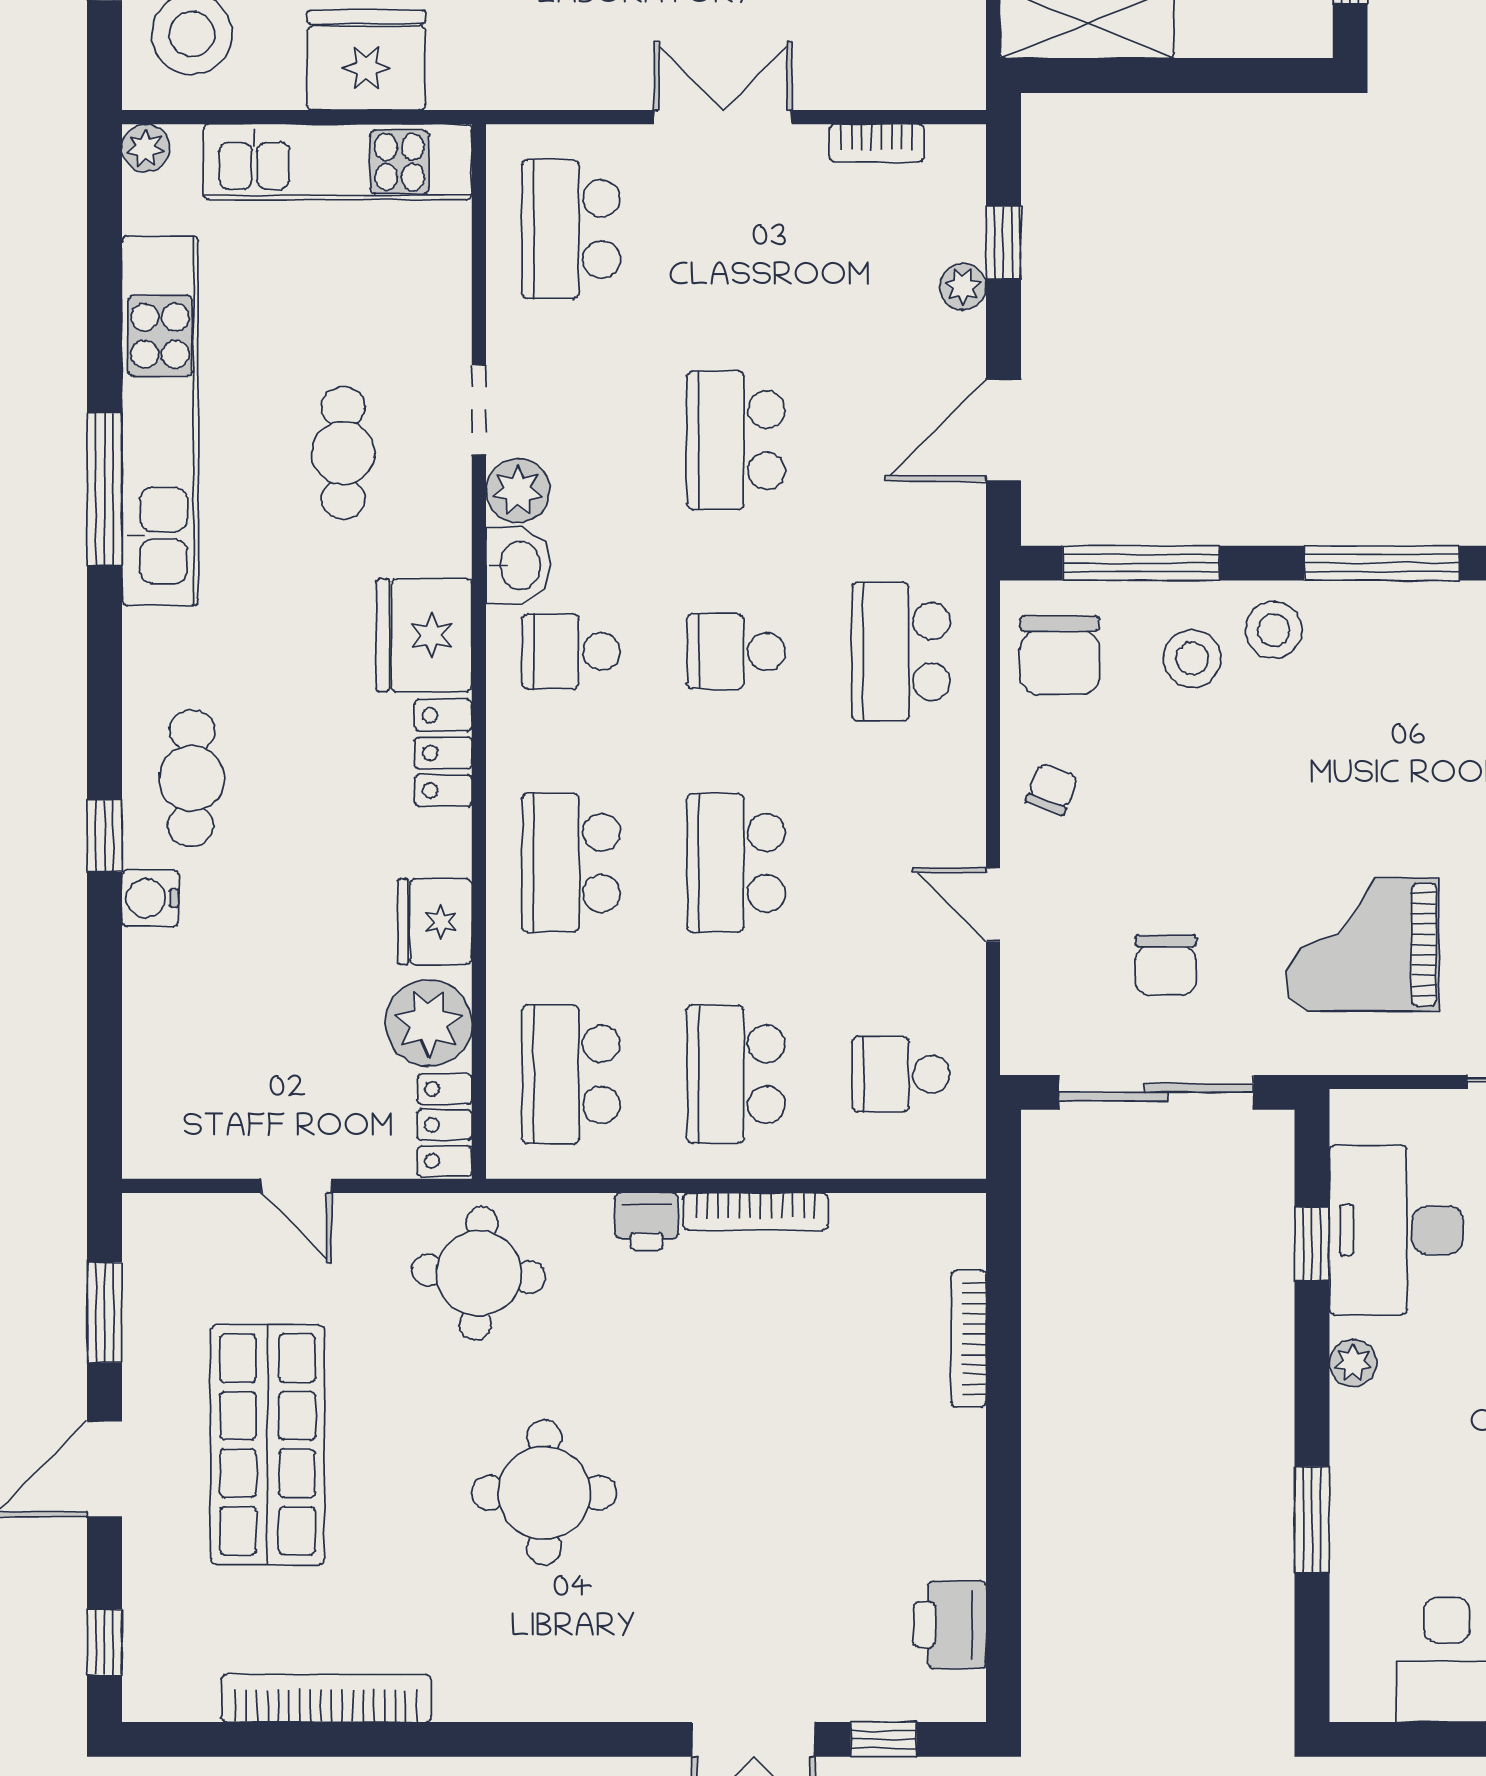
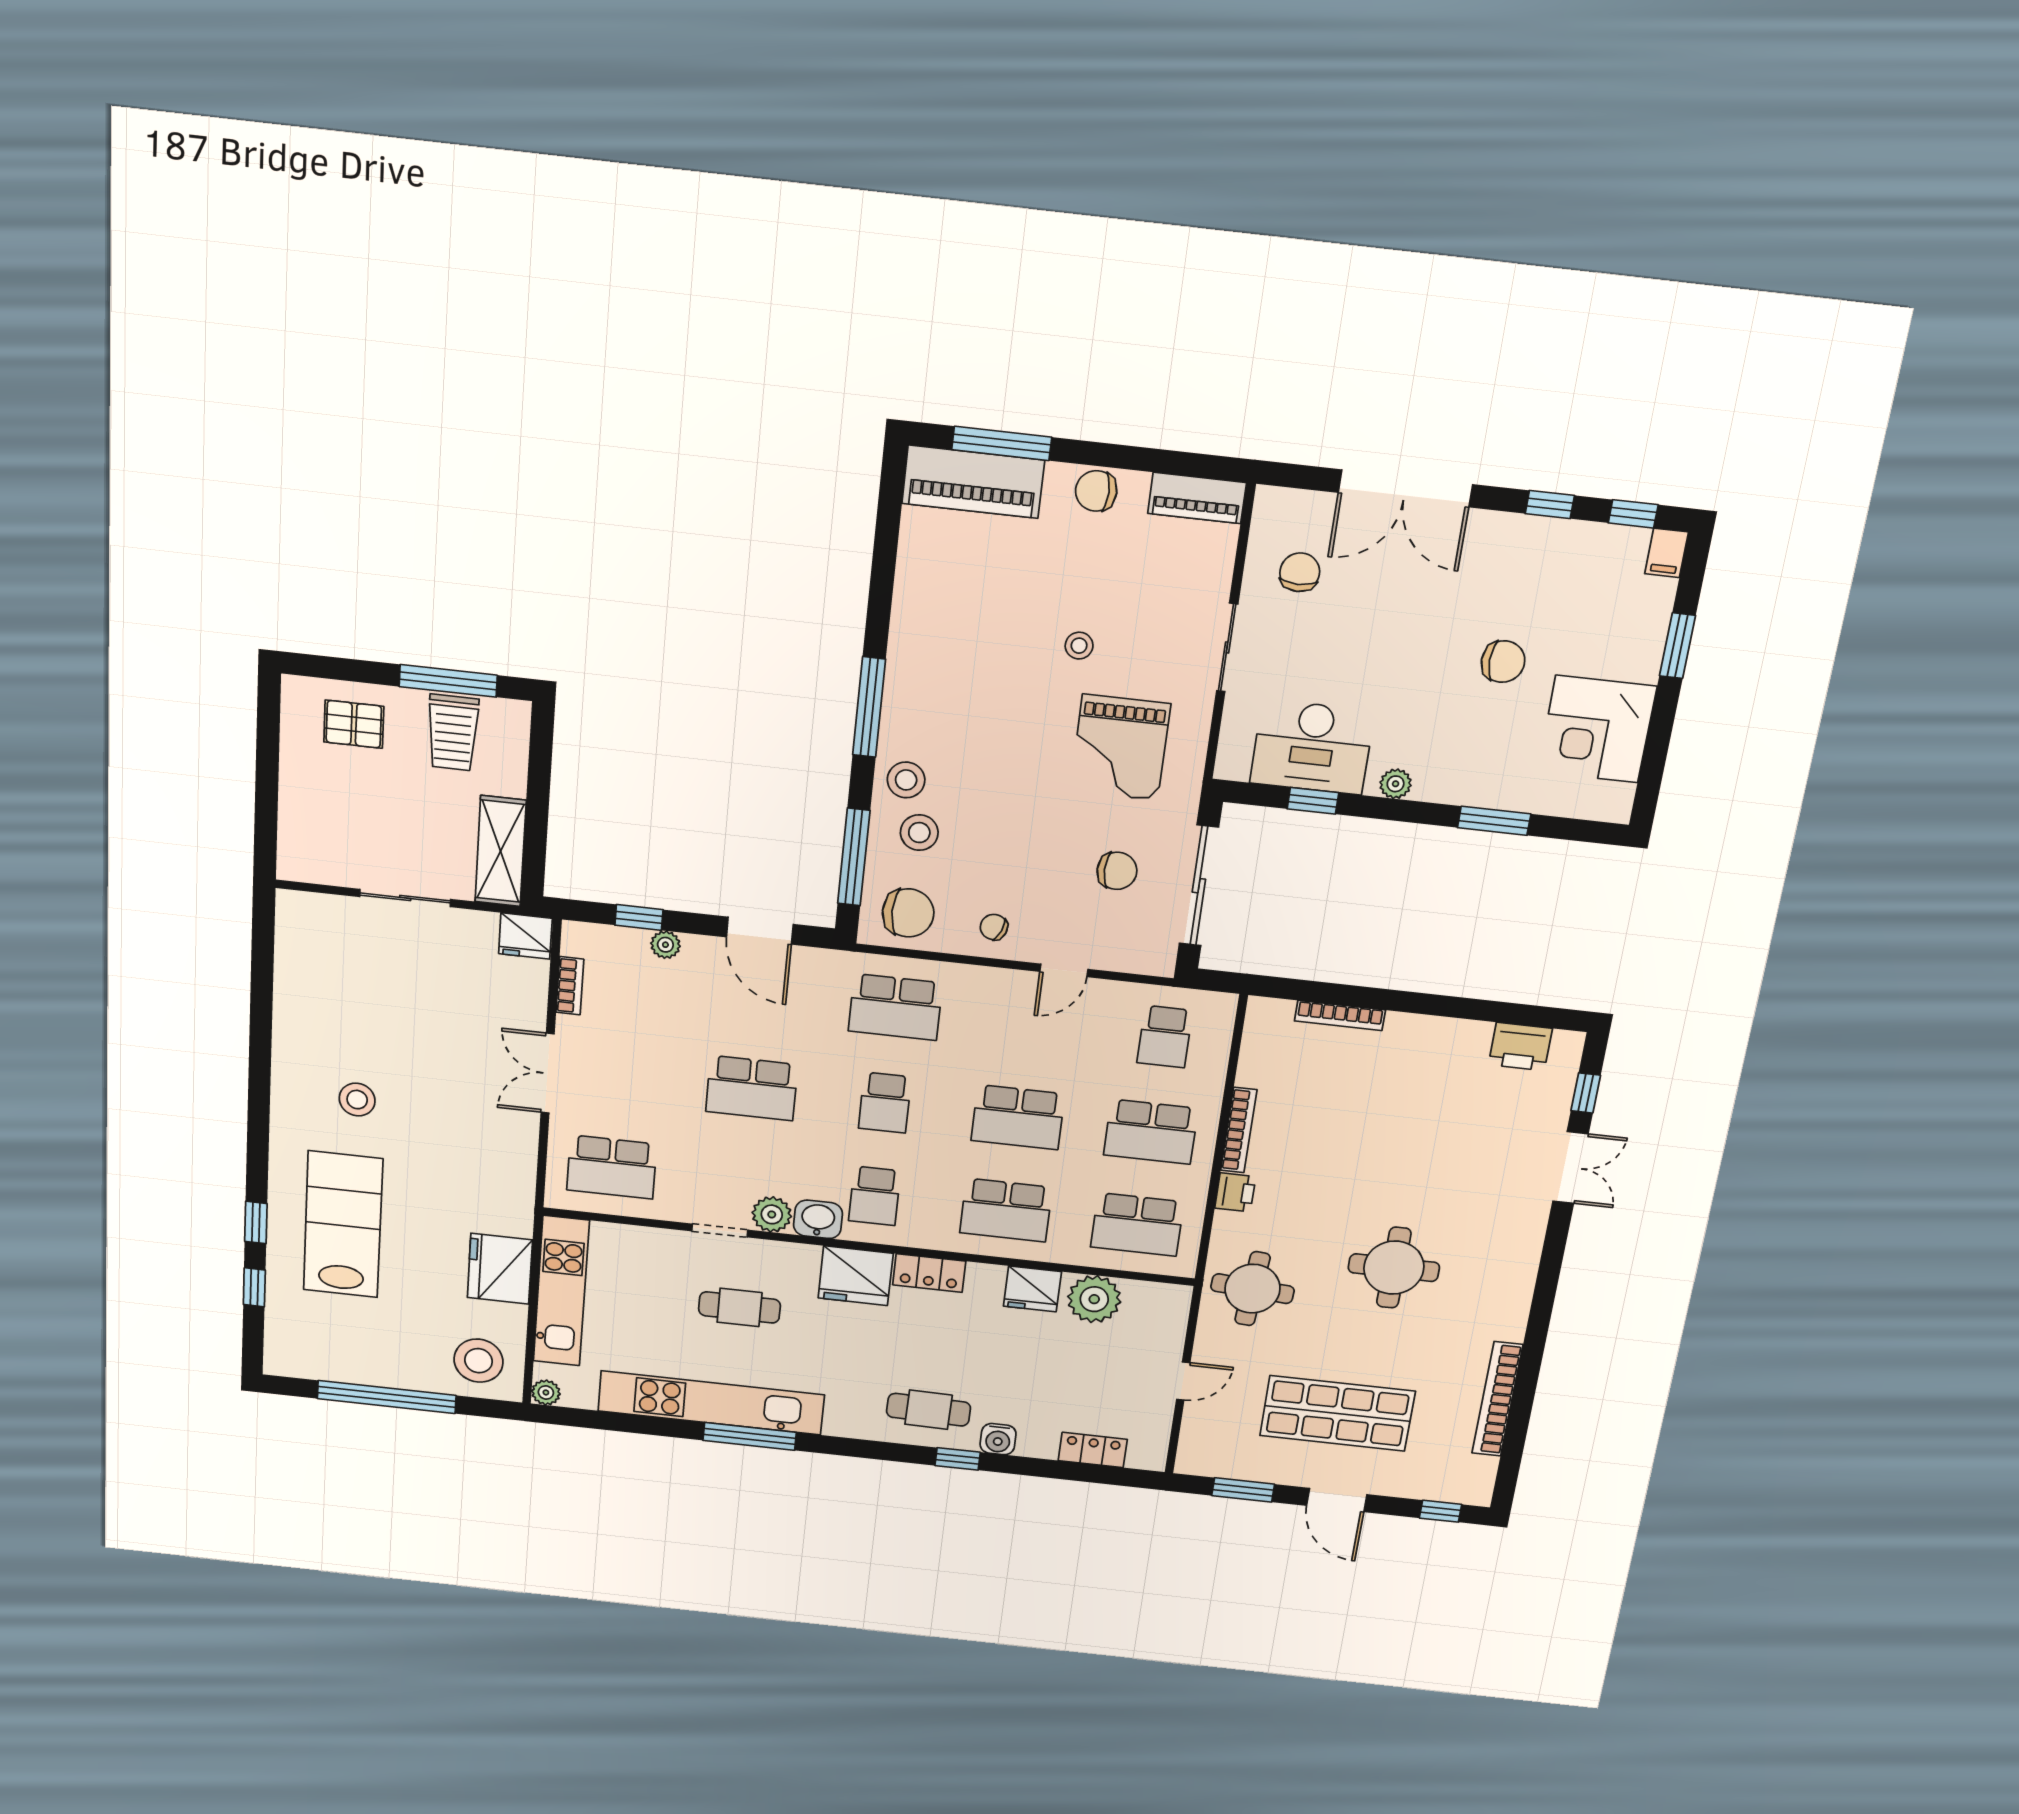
fridge: (952, 69) -> (525, 936), added
locker: (445, 1125) -> (1093, 1450), moved, turned 180

